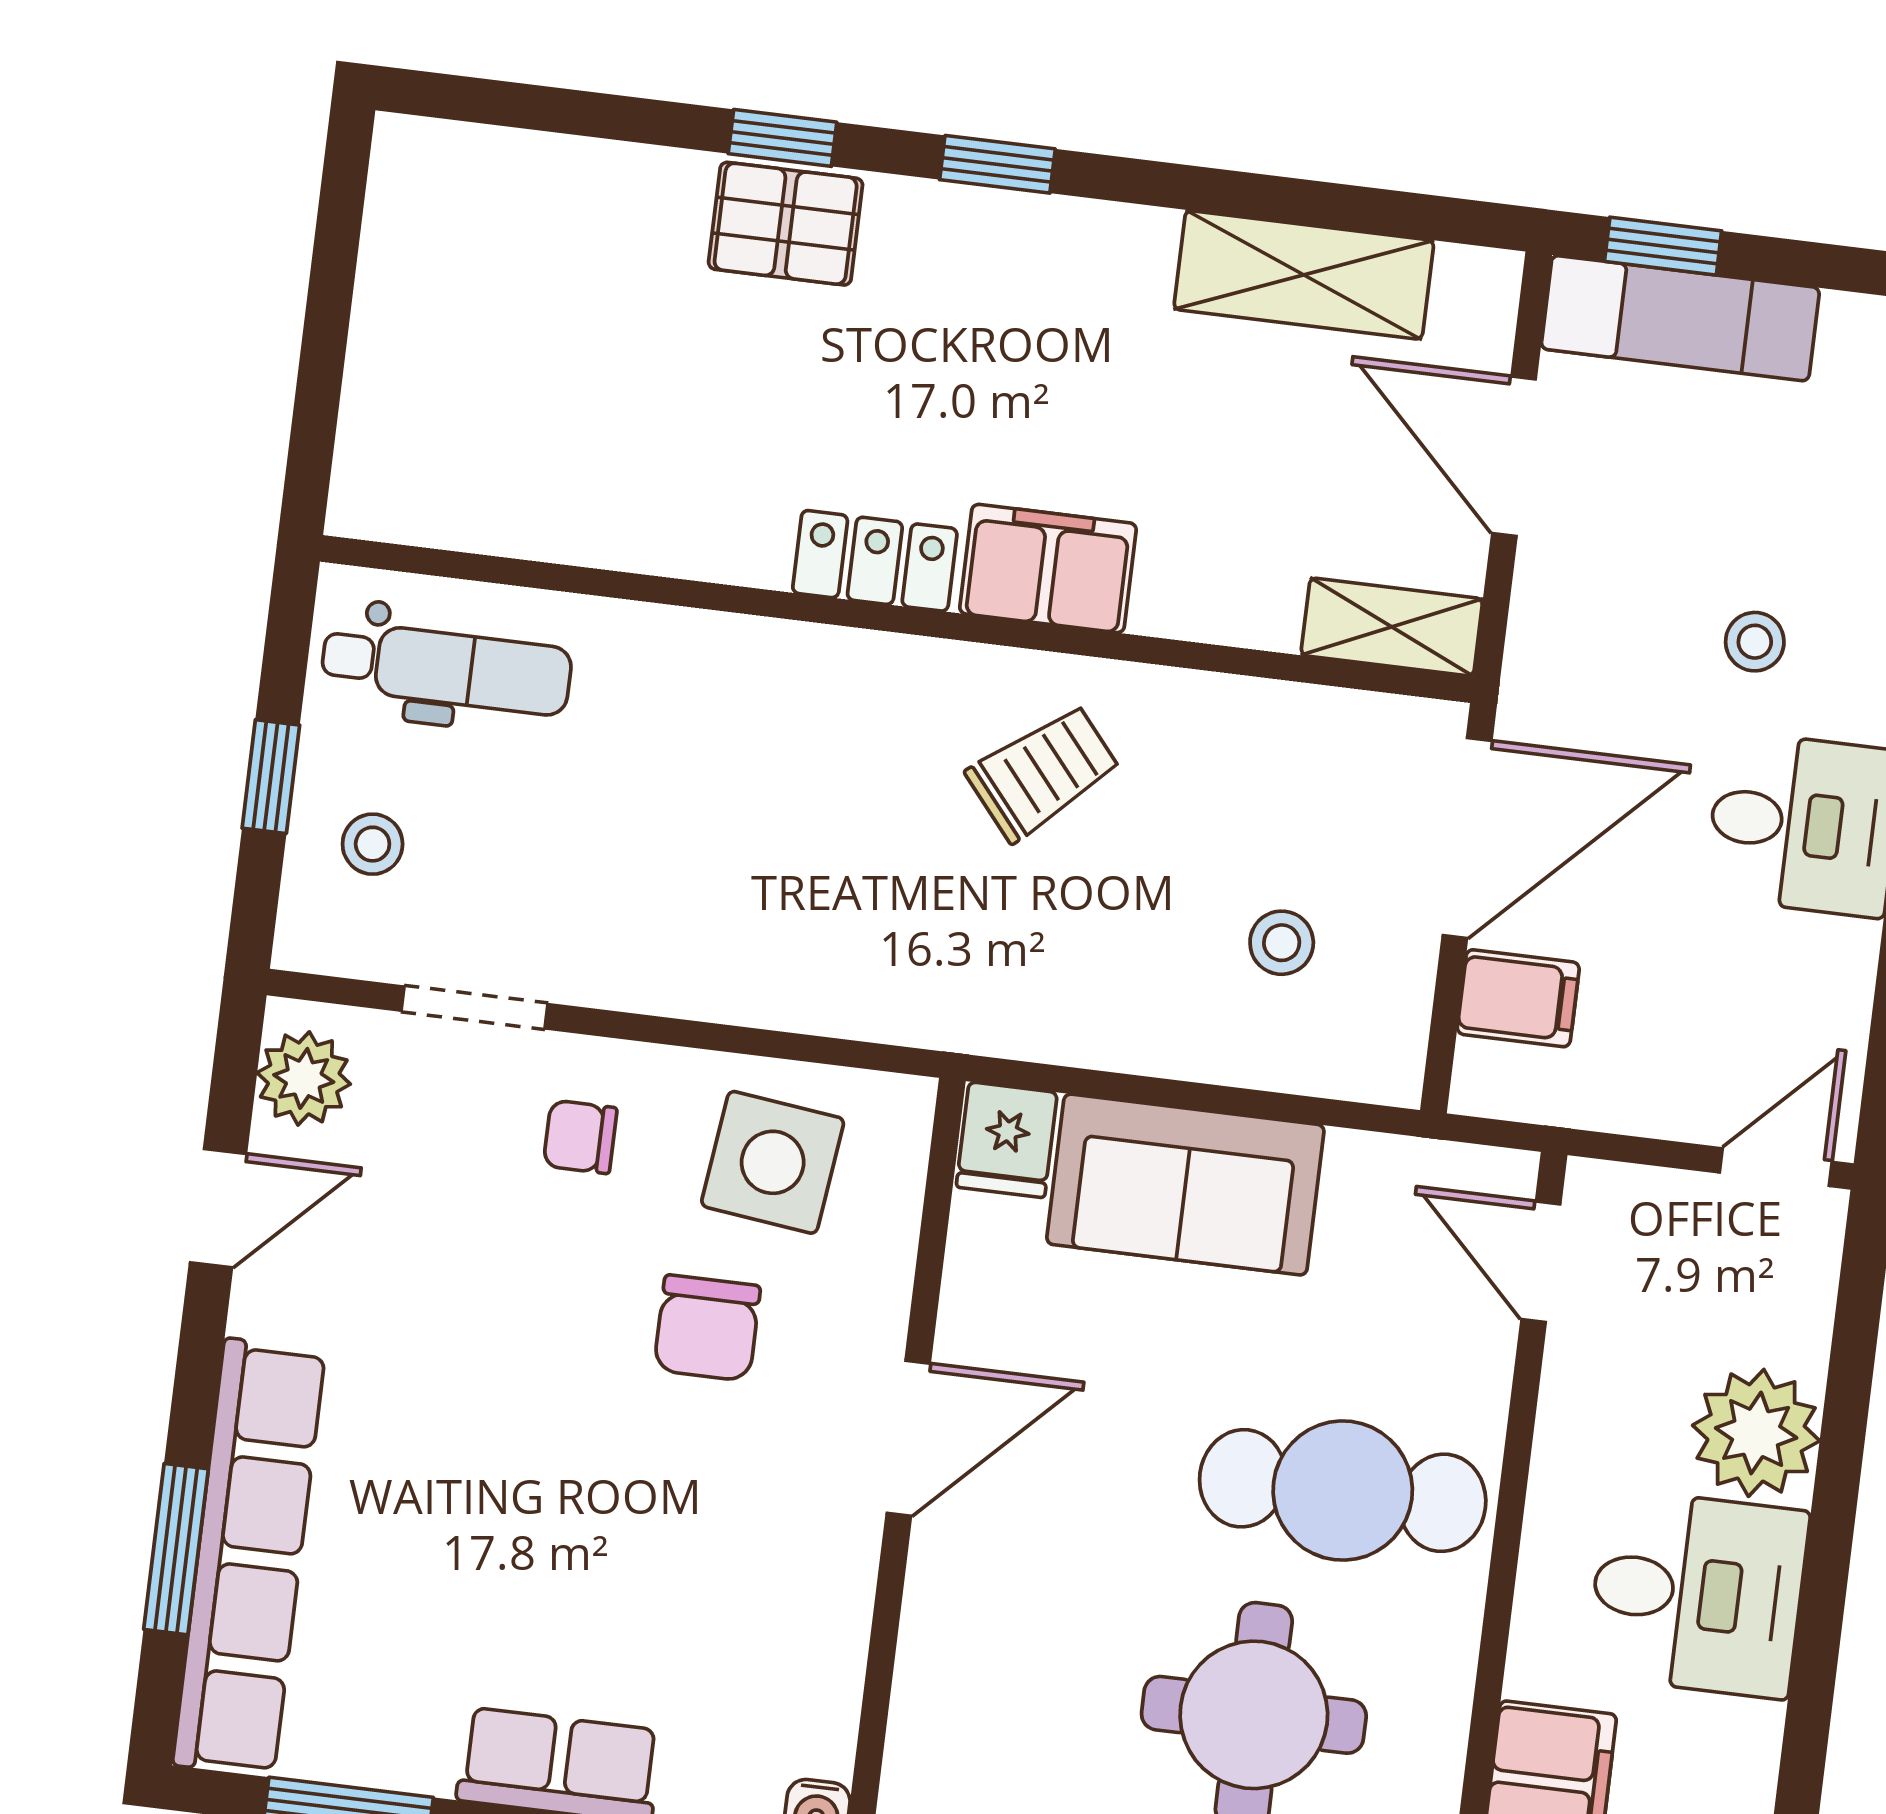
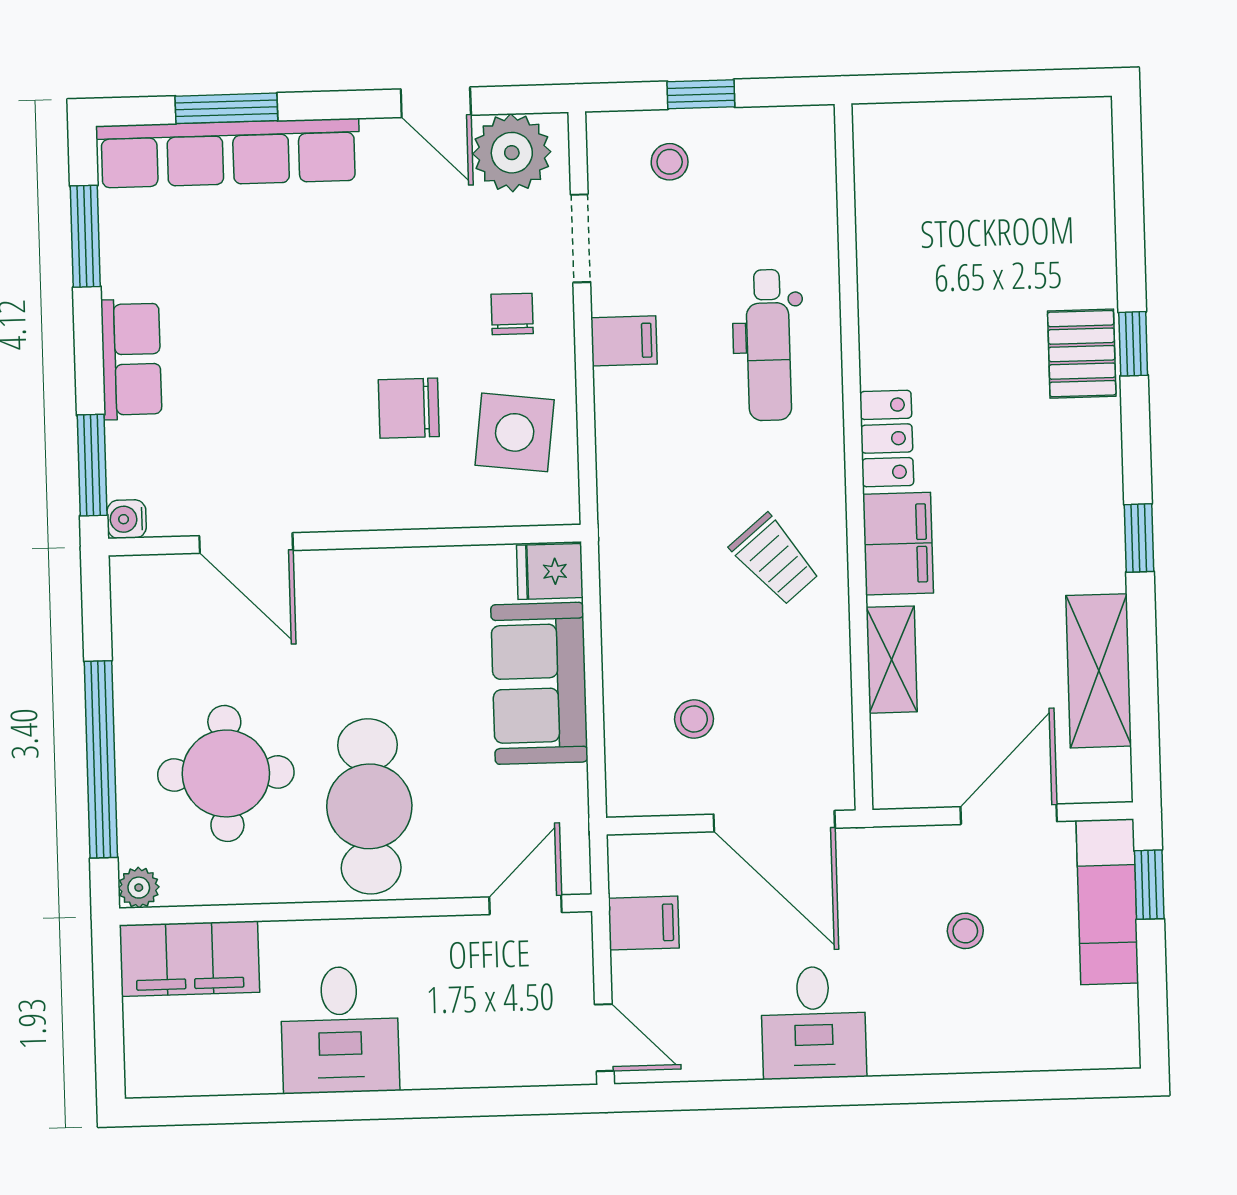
window: (997, 164) -> (1139, 538), moved
shelving: (1392, 627) -> (892, 660), moved
stool: (1755, 642) -> (965, 931), moved
dental chair: (446, 668) -> (769, 345), moved
filing cabinet: (651, 962) -> (624, 341), added
filing cabinet: (1518, 998) -> (644, 923), moved, turned -90
plant: (304, 1078) -> (512, 153), width x1.36, depth x1.36
plant: (1756, 1433) -> (442, 1050), removed
door: (908, 1438) -> (246, 543), moved

